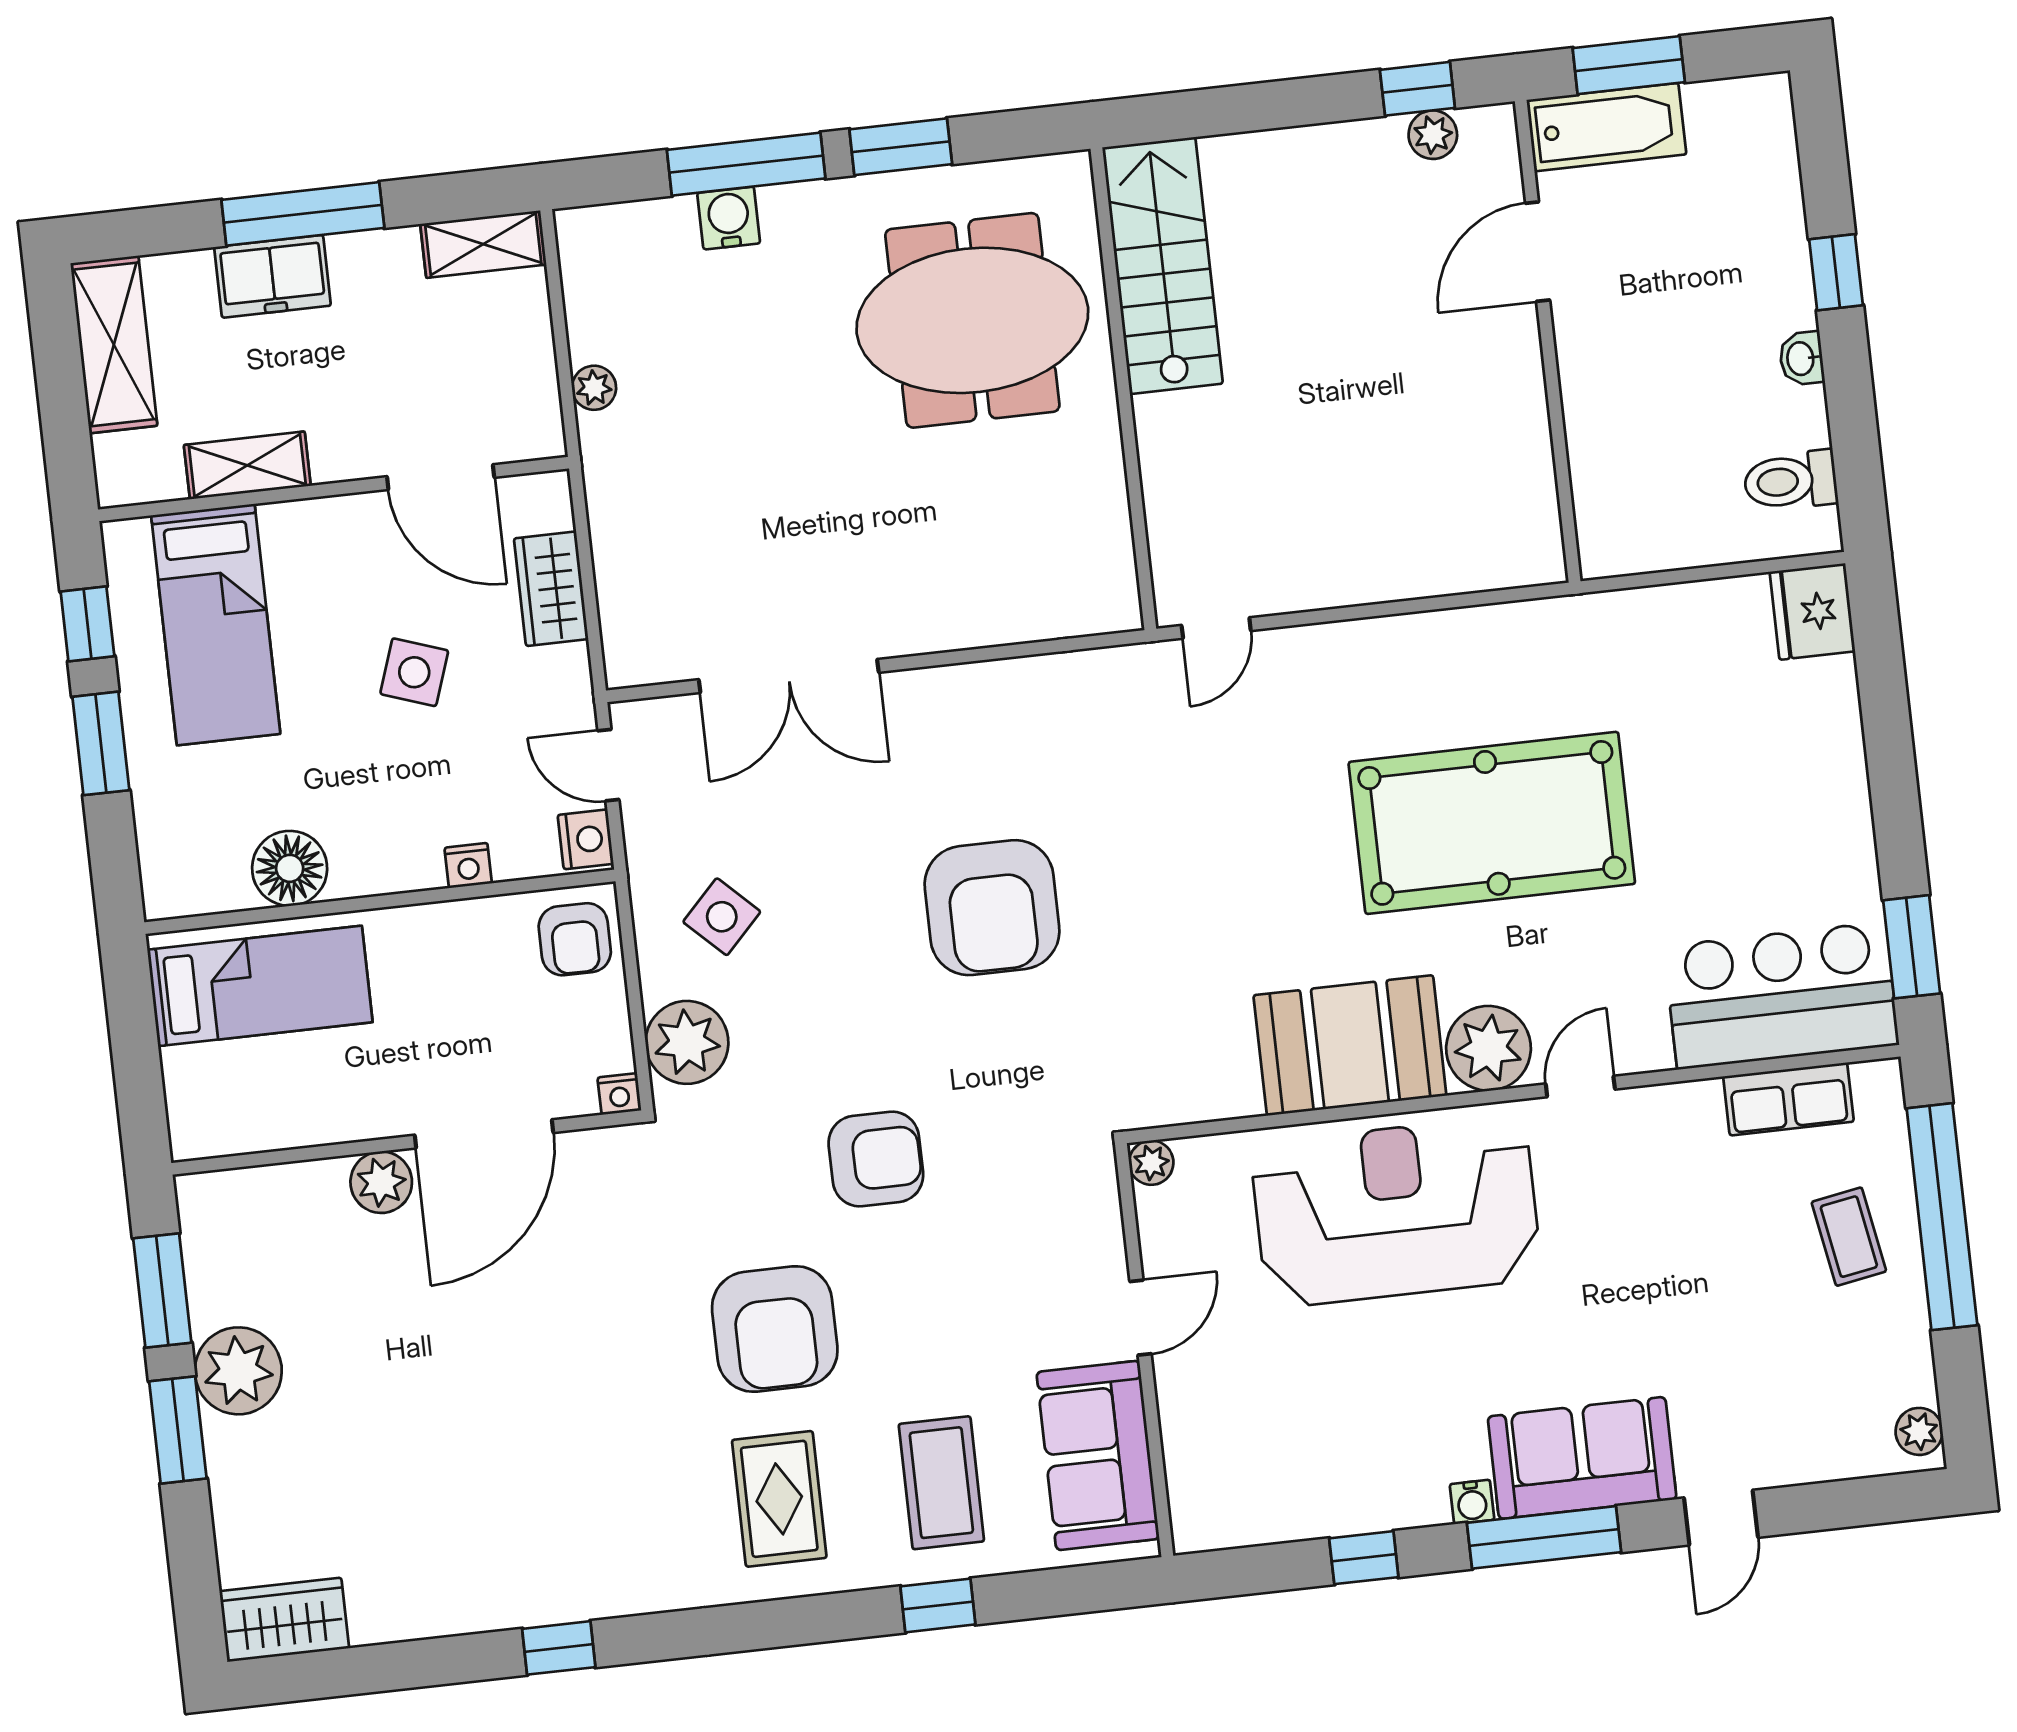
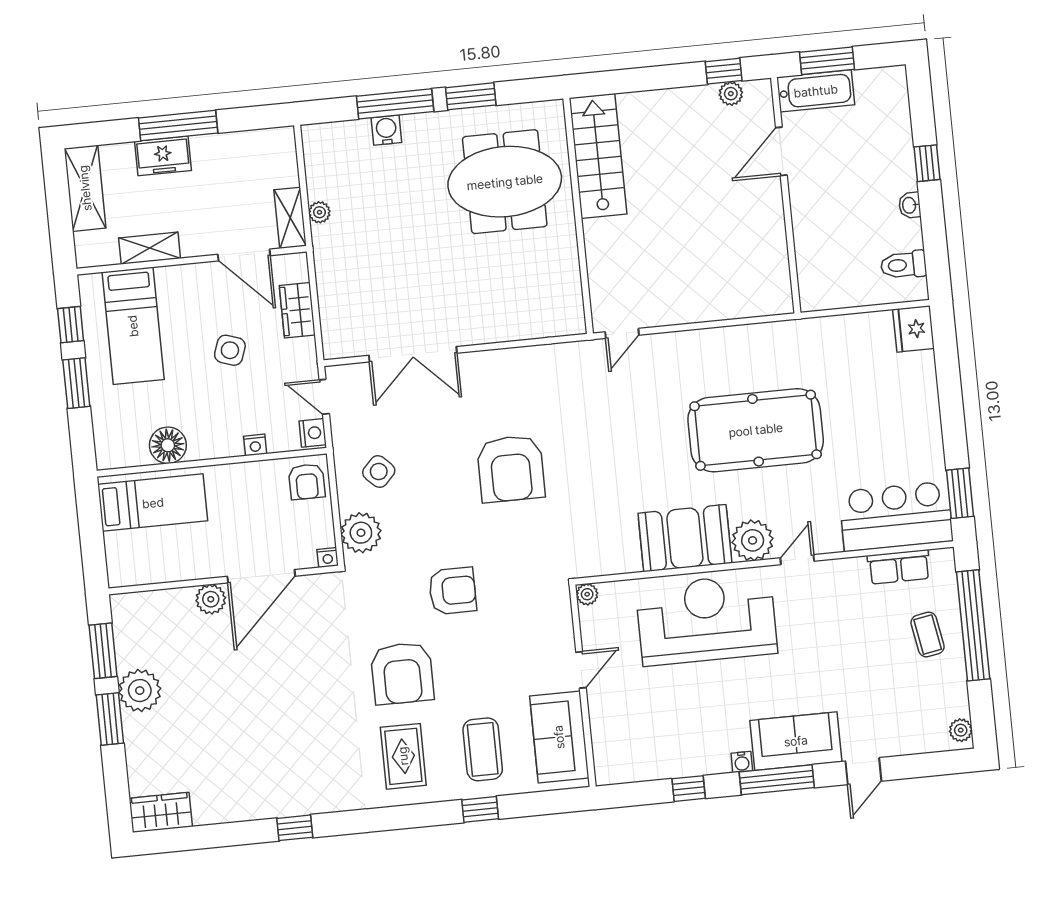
shelving: (483, 244) -> (290, 218), moved, turned 90

